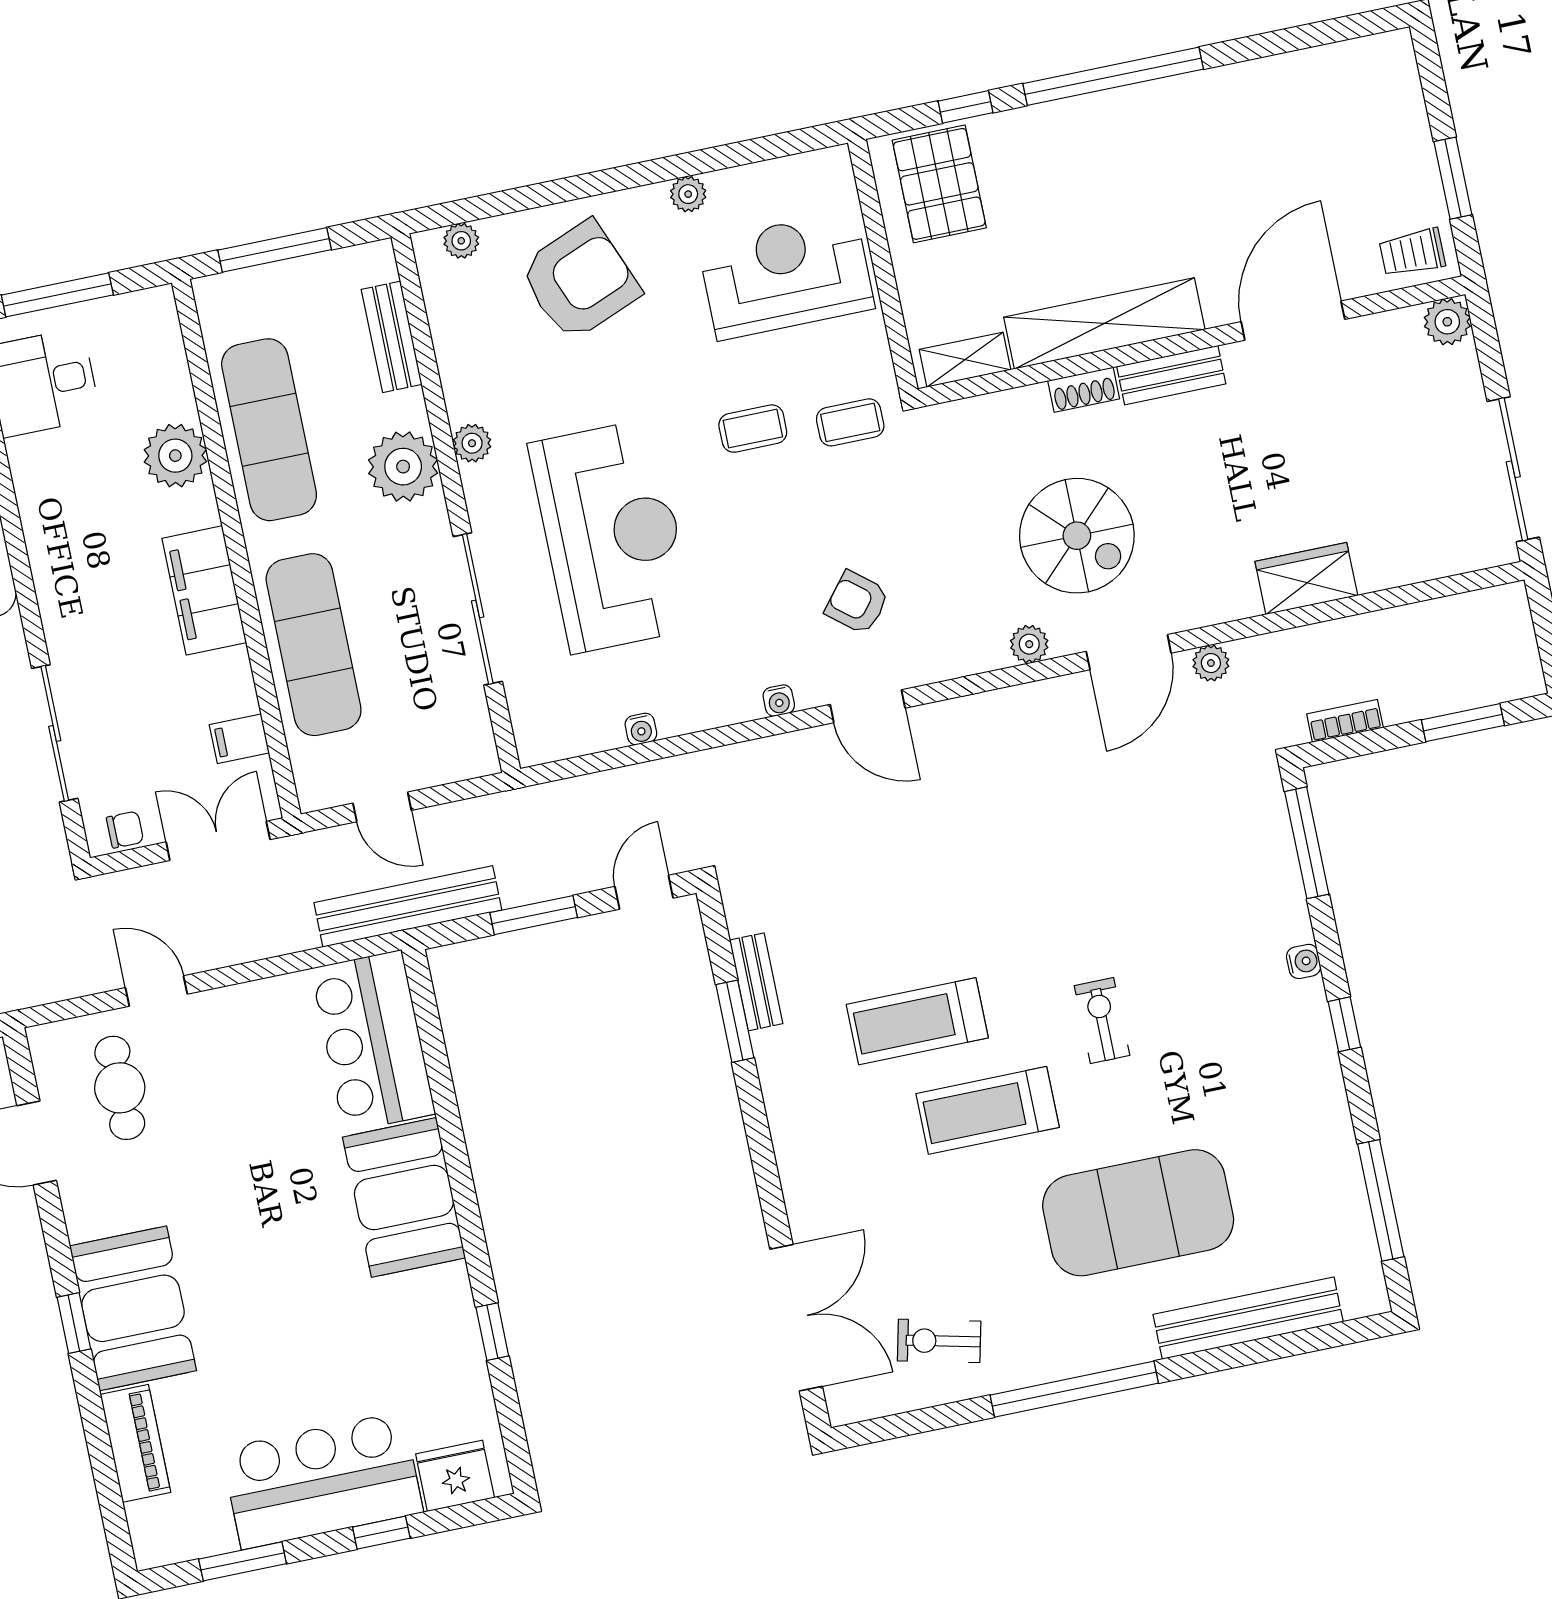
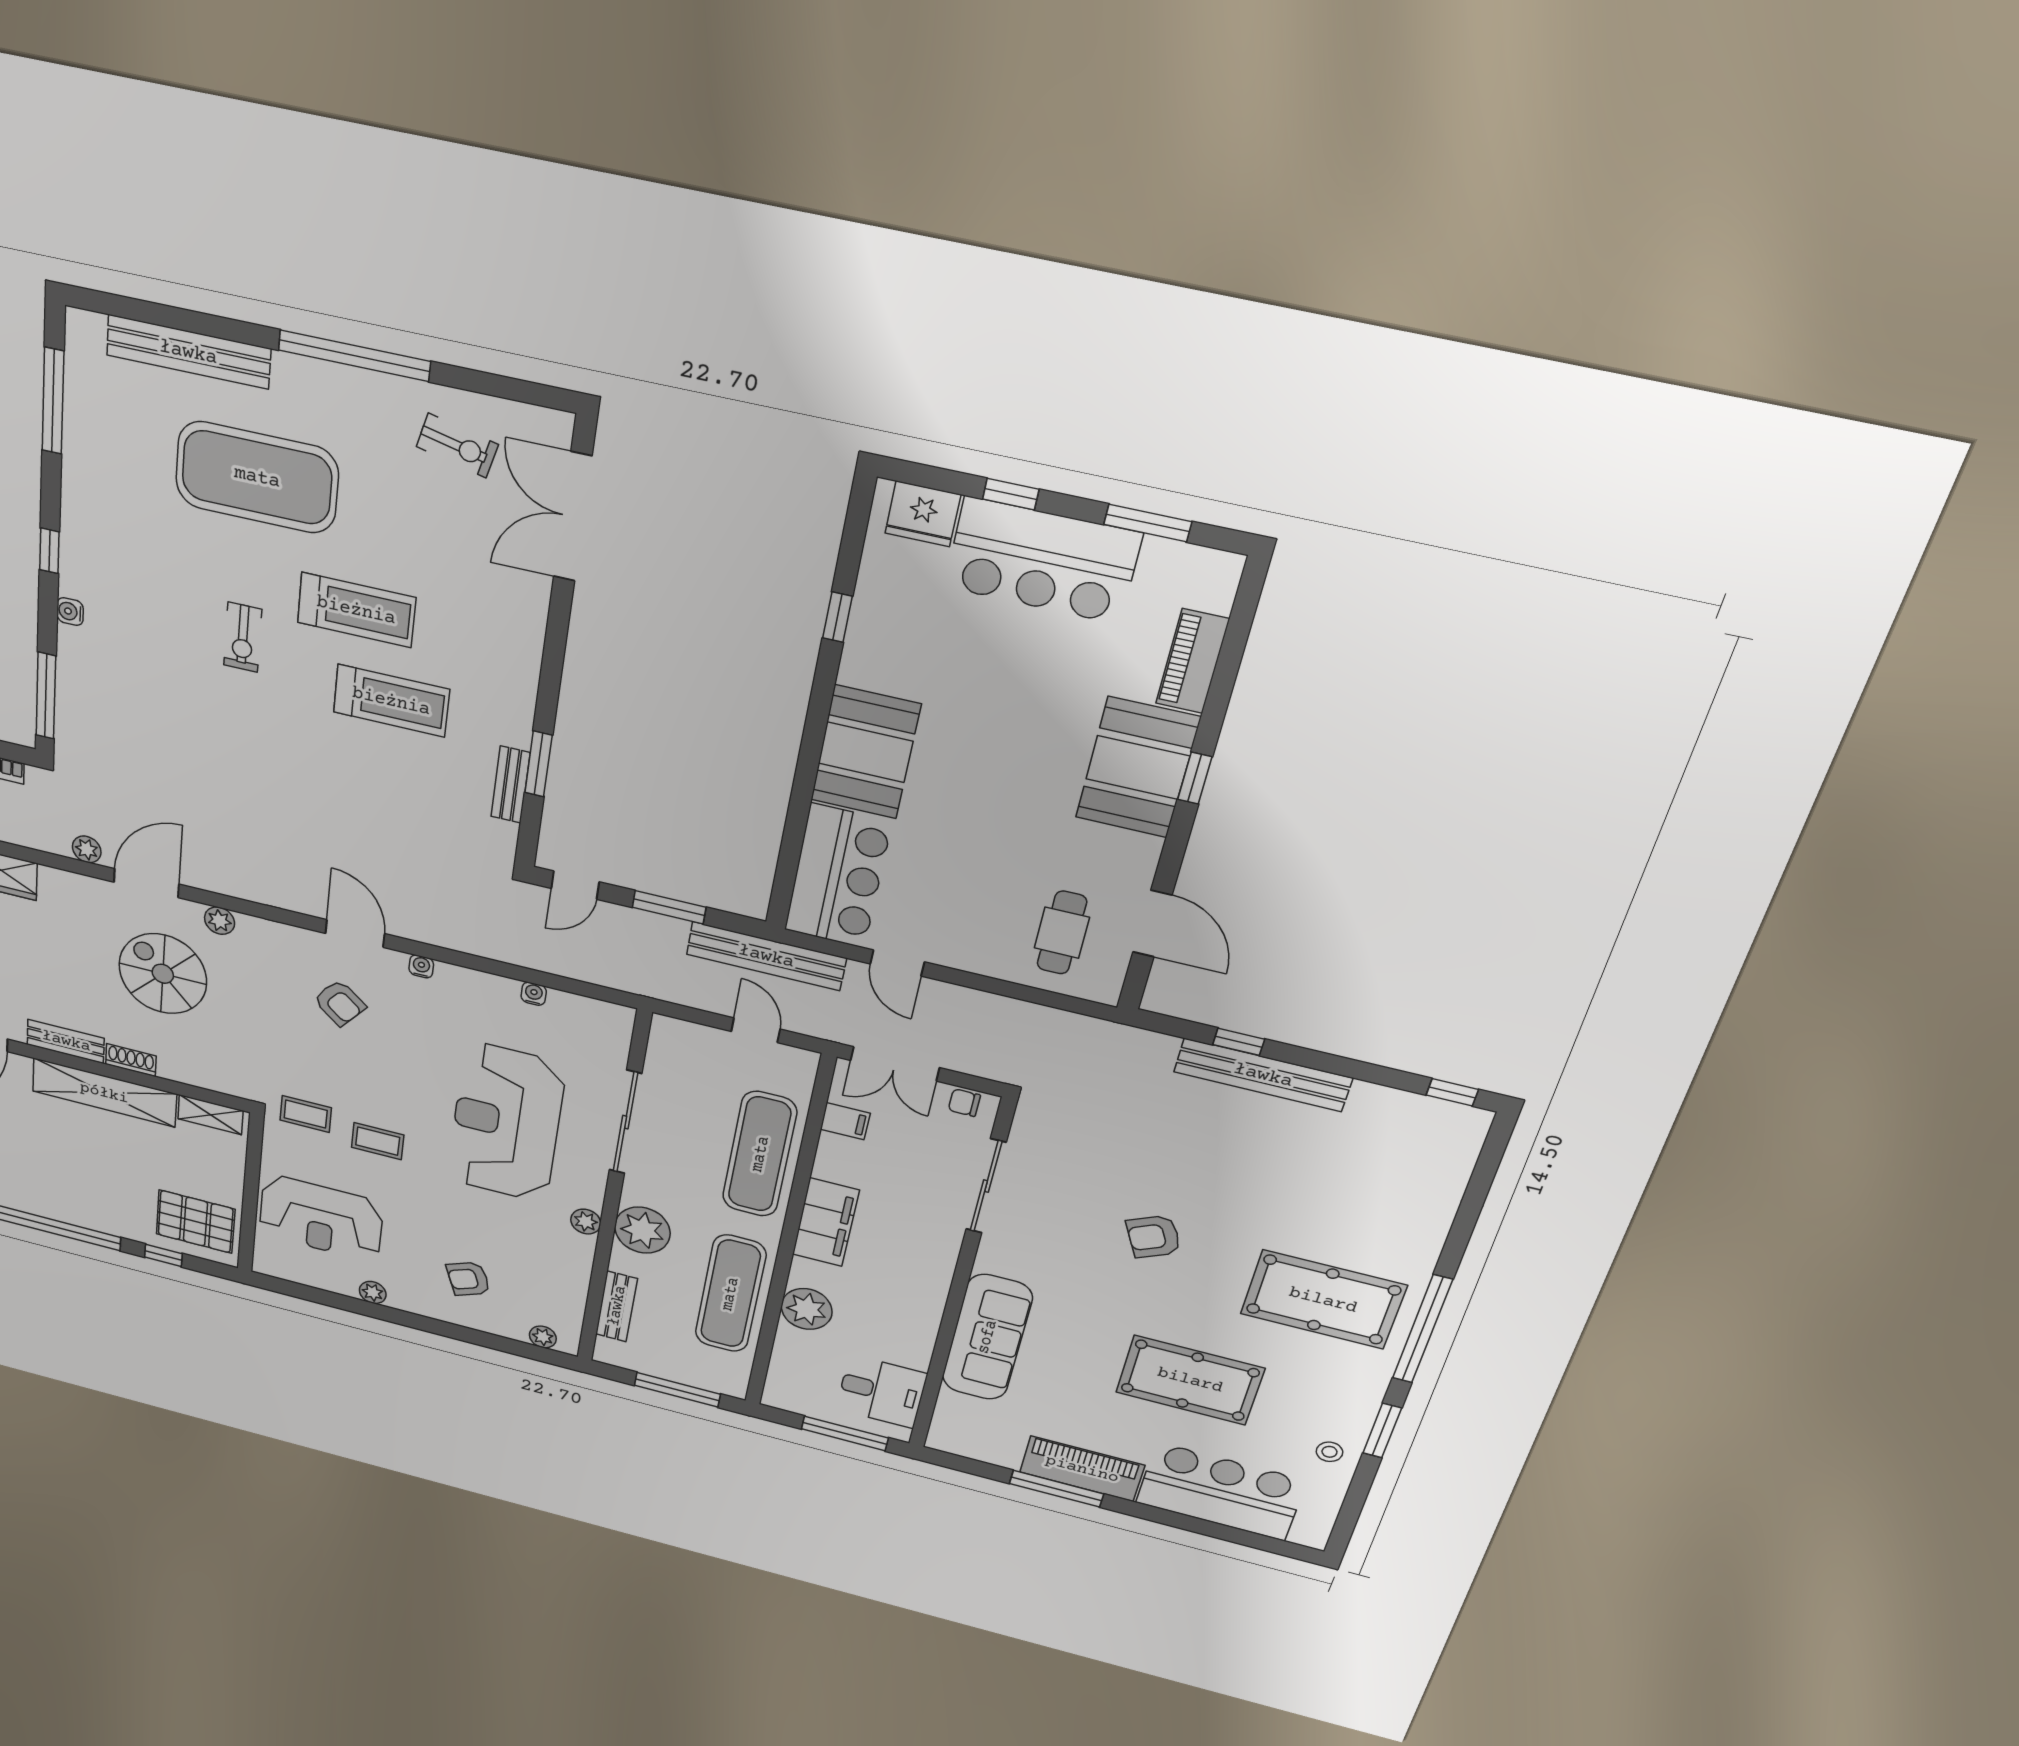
pallet: (939, 184) -> (196, 1222), turned 90
armchair: (580, 281) -> (468, 1279), width x0.53, depth x0.53
door: (156, 991) -> (897, 963), moved

